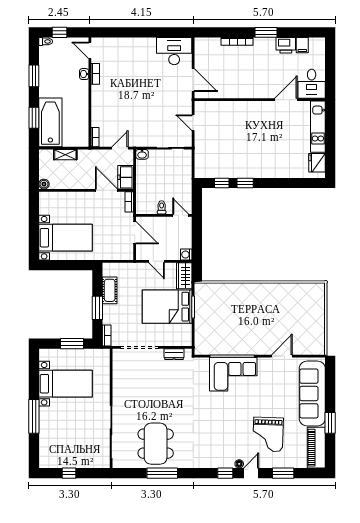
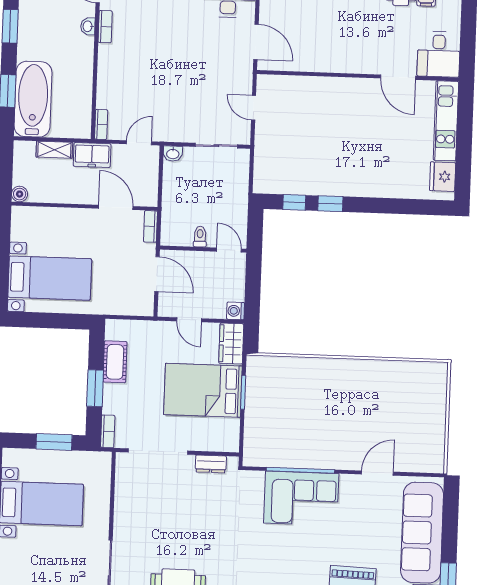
door: (286, 100) -> (398, 77), swing flipped
freezer: (126, 177) -> (92, 155), moved, turned -90

